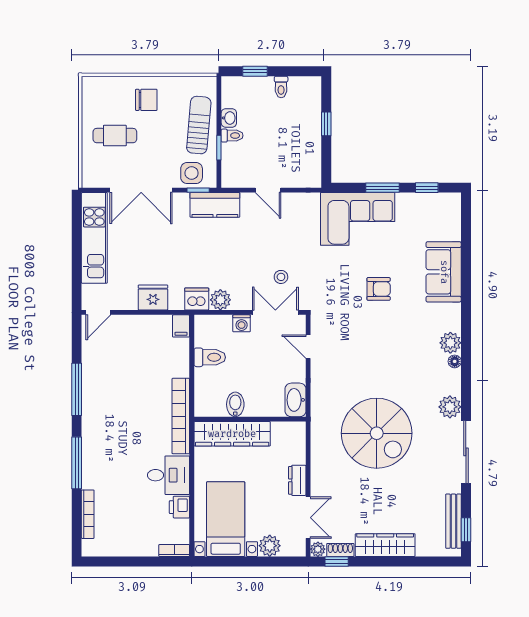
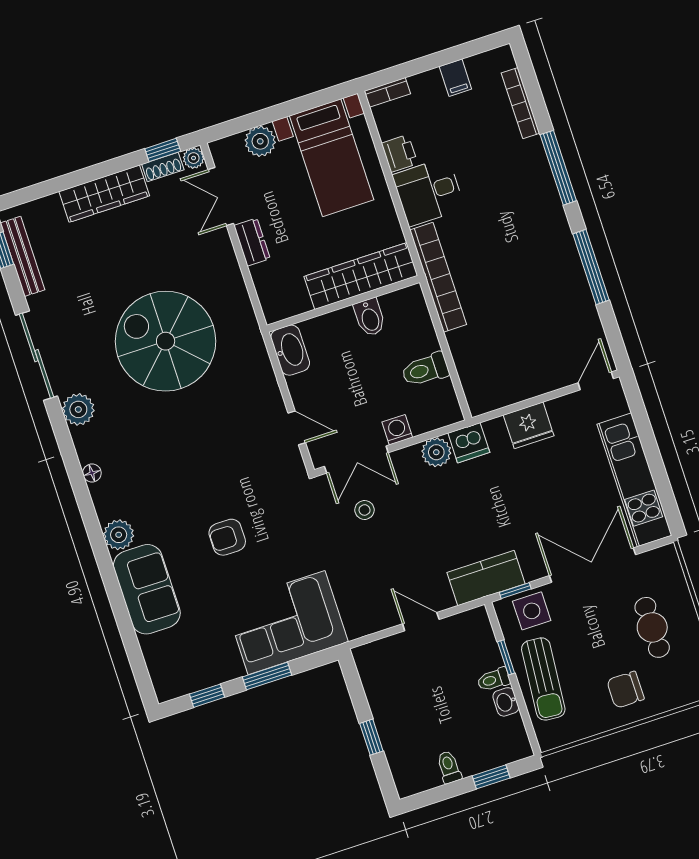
cafe table: (115, 136) -> (652, 627), turned 90
filing cabinet: (181, 326) -> (455, 78), moved, turned 180
plant: (450, 343) -> (119, 535), moved

